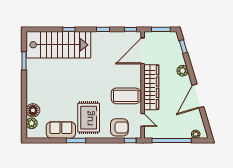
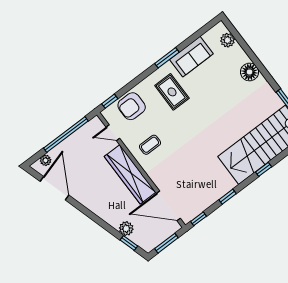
door: (143, 51) -> (168, 206), swing flipped
plant: (183, 71) -> (126, 229), moved
coffee table: (126, 96) -> (150, 145), width x0.54, depth x0.58
door: (198, 96) -> (54, 188), moved
floor lamp: (33, 110) -> (250, 72), moved
rug: (89, 118) -> (172, 92), width x0.73, depth x0.70

